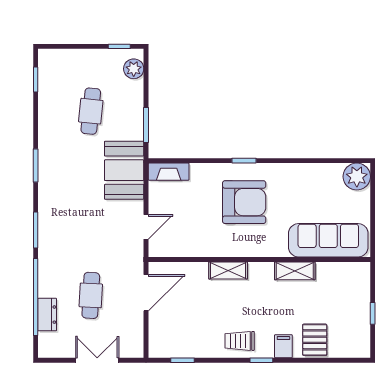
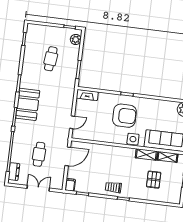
booth: (124, 170) -> (28, 104), moved
side table: (266, 245) -> (133, 139), added
shelving: (228, 270) -> (168, 157), moved
dresser: (47, 315) -> (14, 172), moved
pallet: (315, 340) -> (154, 180), moved
filing cabinet: (283, 346) -> (70, 185), moved

